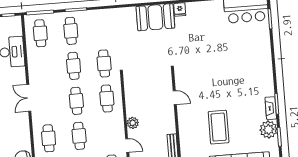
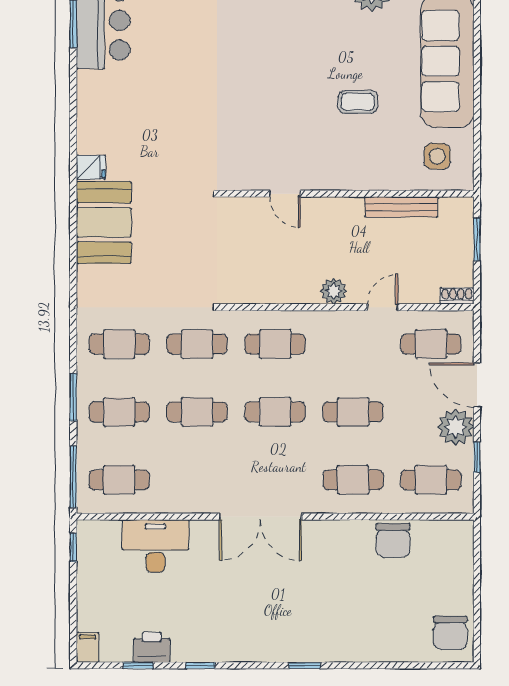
cafe table: (101, 28) -> (119, 344), added
double door: (29, 98) -> (260, 517), width x1.37
door: (175, 98) -> (285, 194), swing flipped
coffee table: (219, 127) -> (358, 102), width x0.54, depth x0.58

